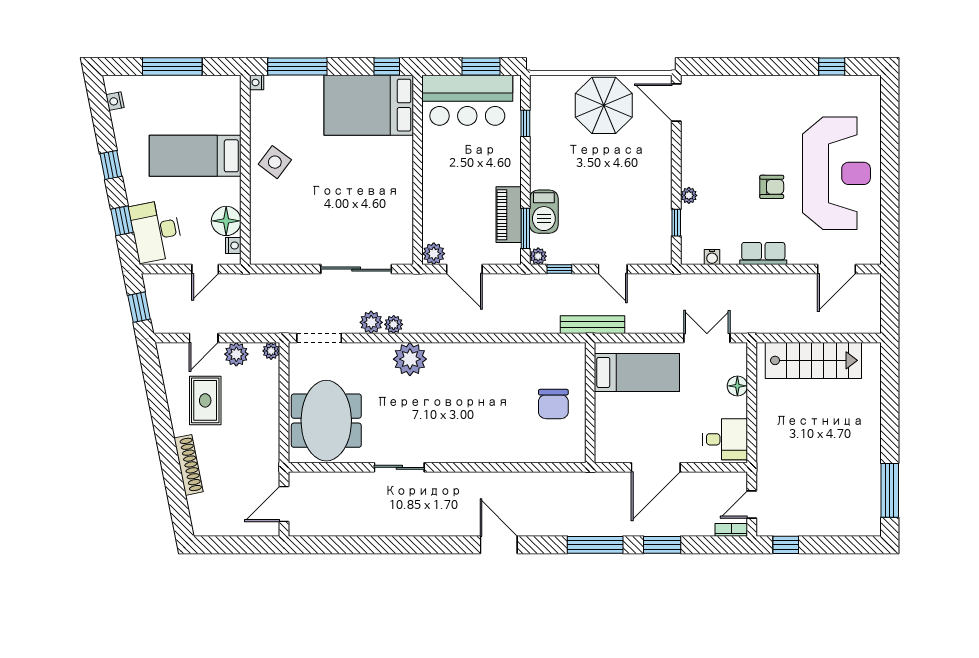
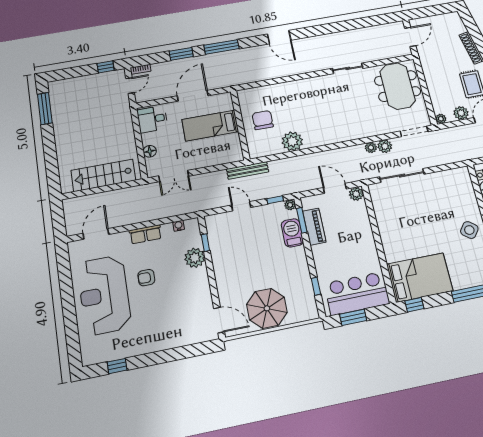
plant: (689, 195) -> (195, 258), width x1.88, depth x1.88
plant: (410, 359) -> (292, 141), moved
bed: (637, 372) -> (210, 126), moved

